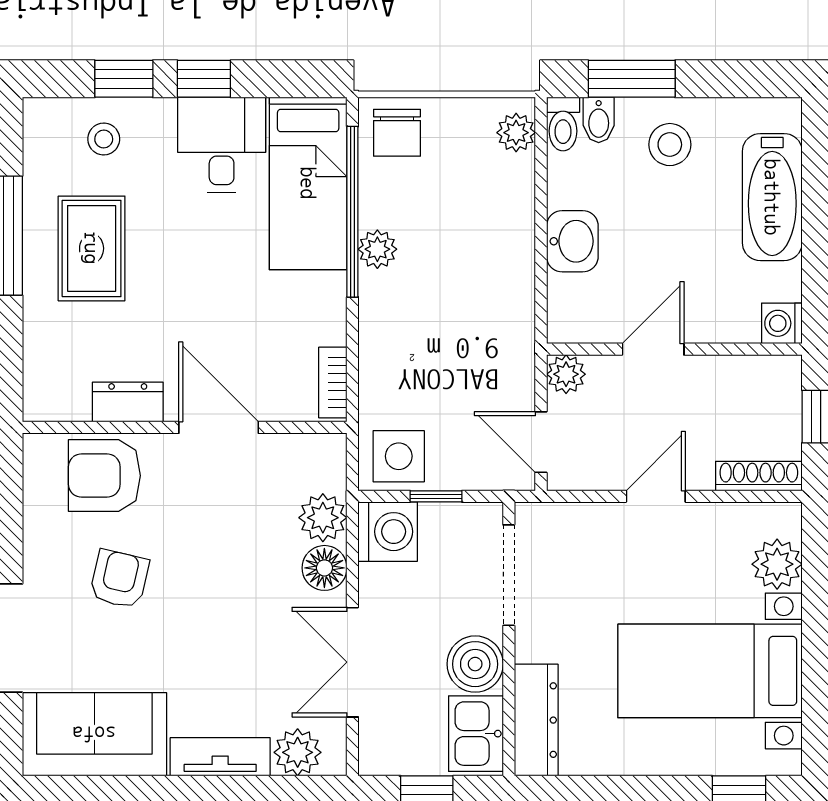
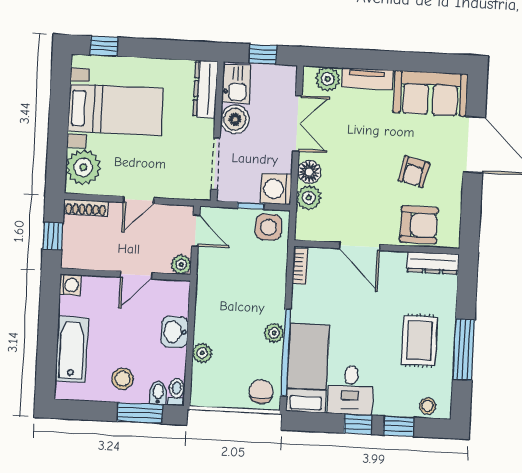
plant: (516, 133) -> (202, 353), moved
stool: (104, 139) -> (428, 406), moved
dresser: (128, 402) -> (433, 263), moved, width x1.44
plant: (777, 564) -> (83, 167), width x1.36, depth x1.36

